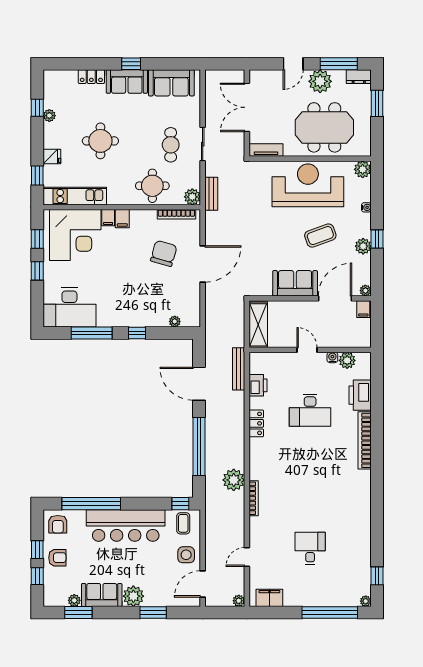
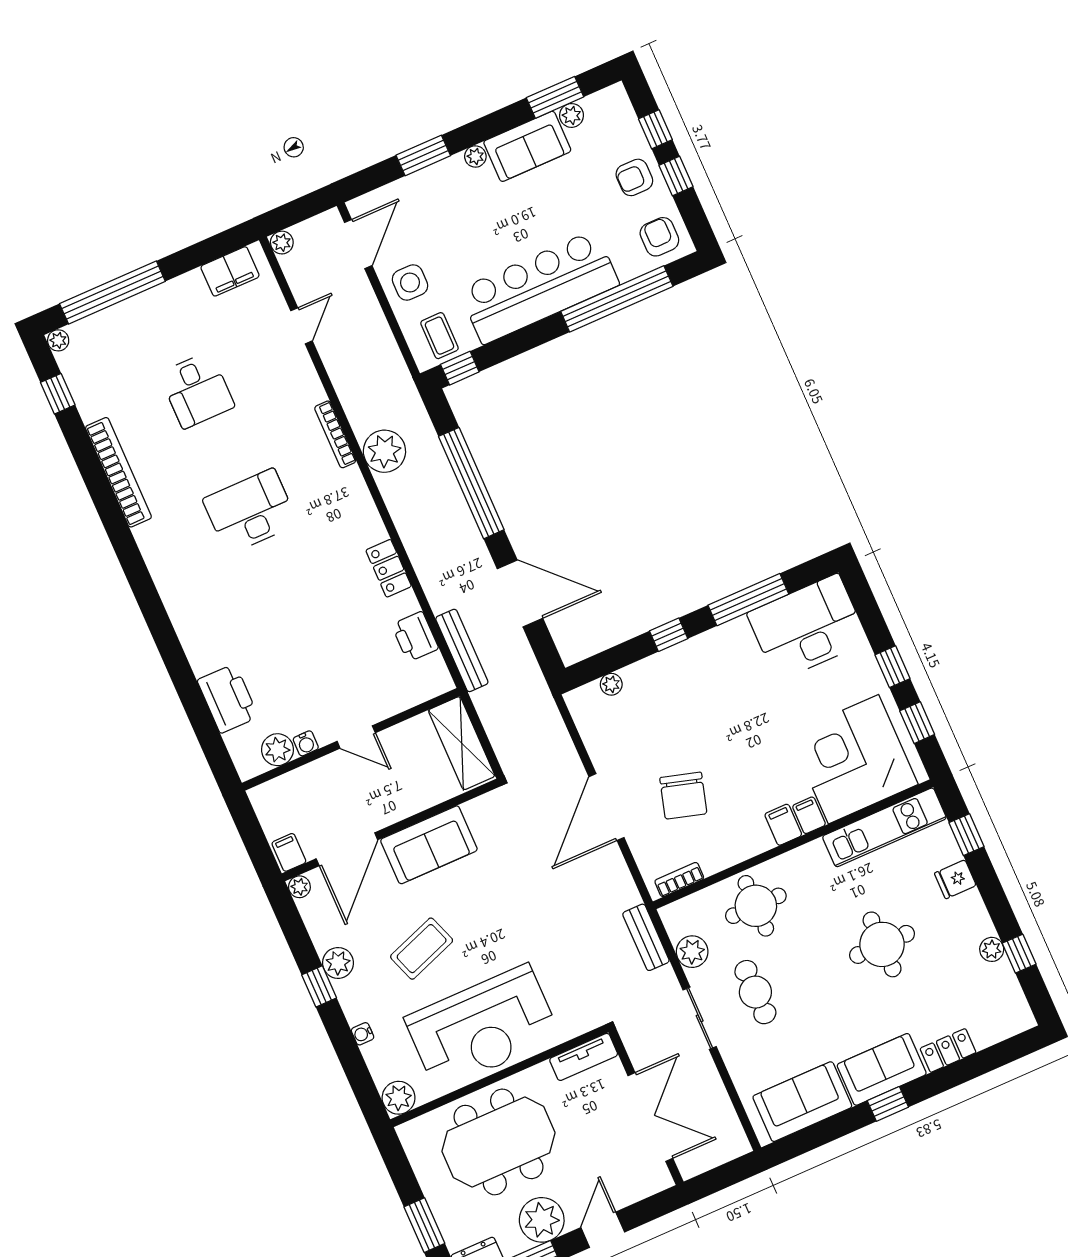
plant: (192, 197) -> (692, 952), moved
bookcase: (176, 214) -> (679, 880), width x0.64
desk: (310, 410) -> (250, 512), moved
bookcase: (365, 440) -> (118, 472), moved
plant: (133, 596) -> (475, 156), width x0.53, depth x0.53

